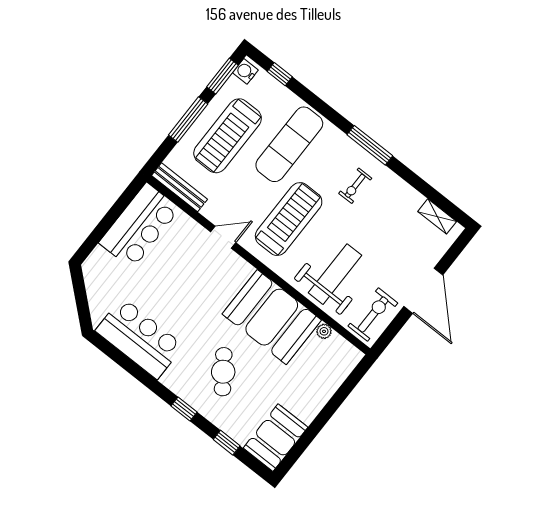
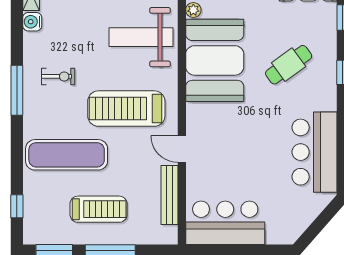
water cooler: (245, 71) -> (32, 22), moved, turned 90
treadmill: (228, 136) -> (99, 209), width x0.73, depth x0.73
bench: (180, 187) -> (170, 195), moved

